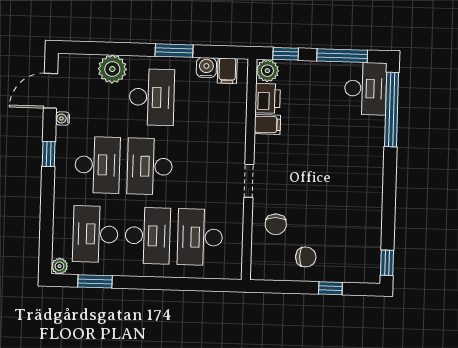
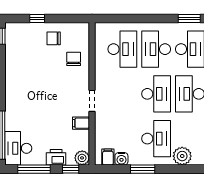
desk: (152, 97) -> (156, 139), turned 180
printer: (268, 98) -> (56, 157), moved, turned 90
doorway: (249, 181) -> (92, 101), moved

